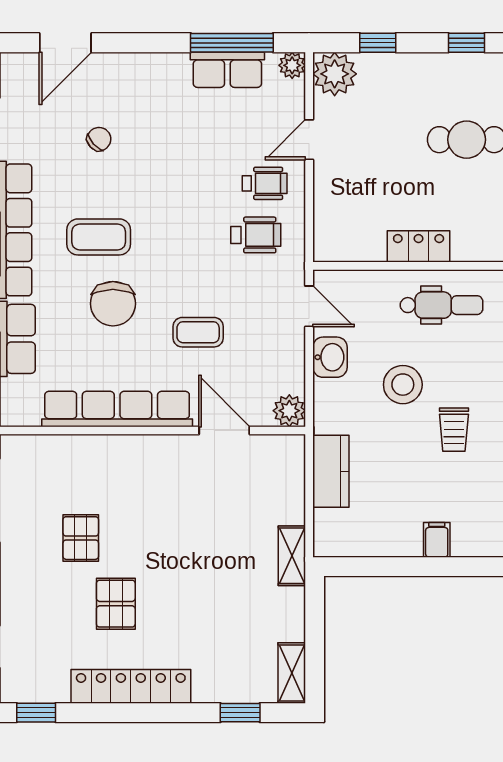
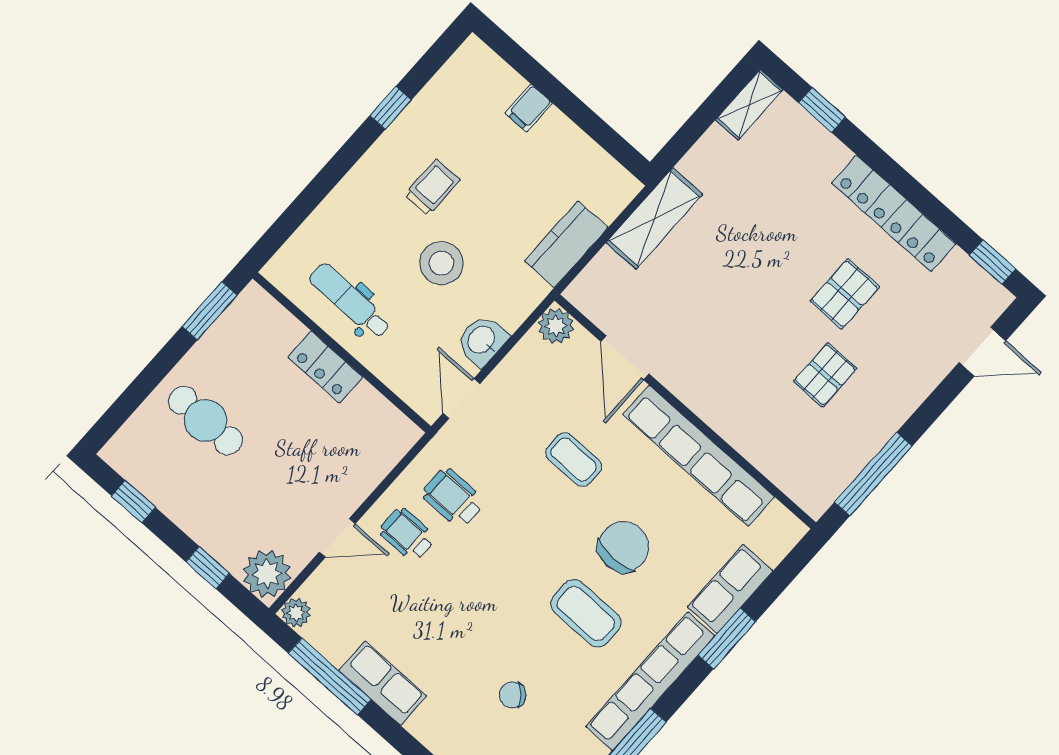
row of seats: (227, 70) -> (383, 683), moved
shelving: (292, 556) -> (654, 219), width x1.50, depth x1.33

